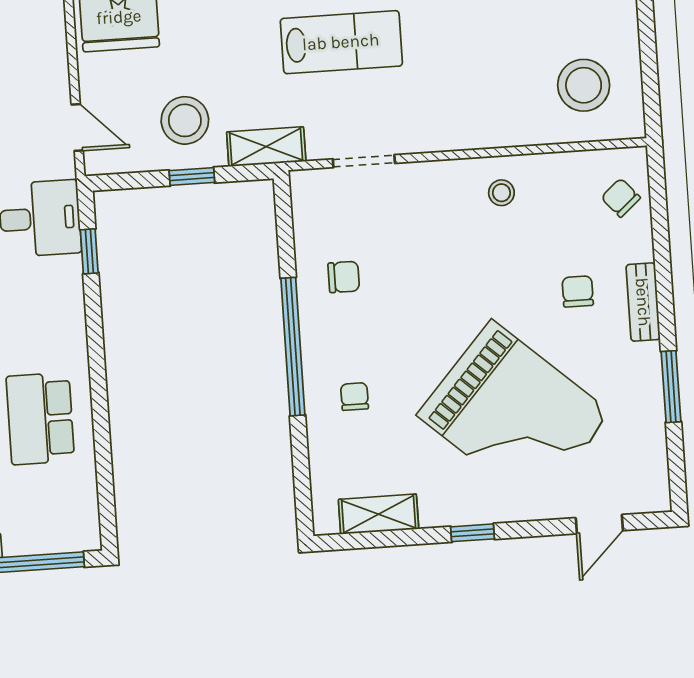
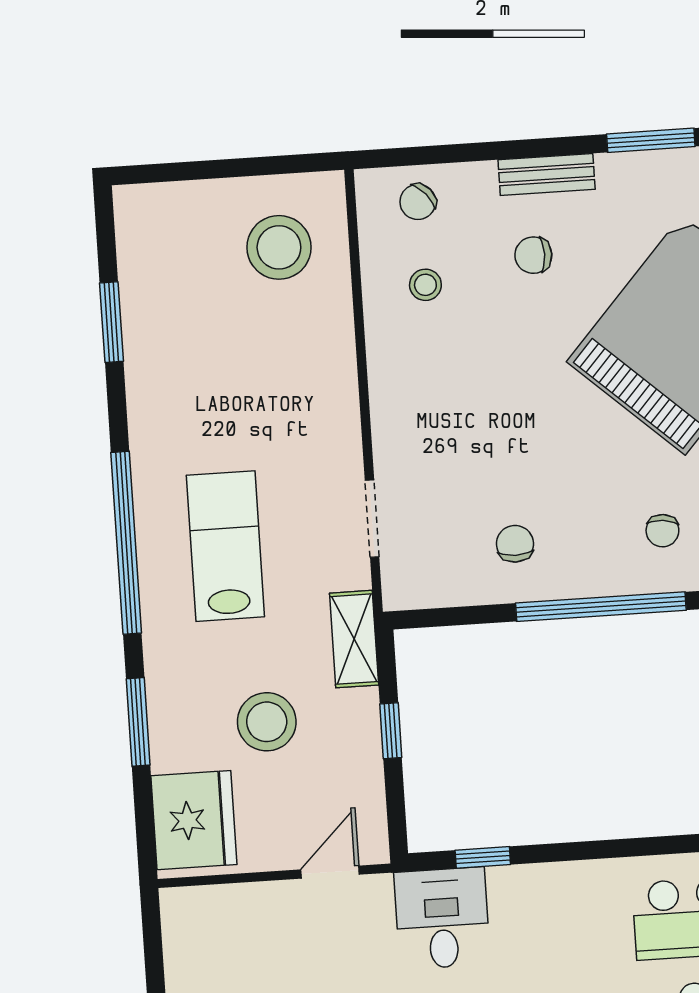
stool: (185, 120) -> (267, 722), moved
stool: (501, 193) -> (425, 285), moved
chair: (355, 397) -> (662, 531), turned -84

